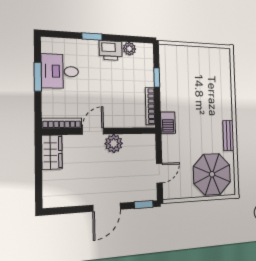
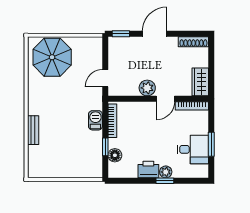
plant: (129, 49) -> (166, 172), moved
floor lamp: (147, 68) -> (115, 155), added
barbecue: (168, 123) -> (95, 120), moved
bench: (228, 136) -> (33, 130), moved
door: (159, 173) -> (105, 78), moved
shoe rack: (61, 201) -> (193, 42), added

